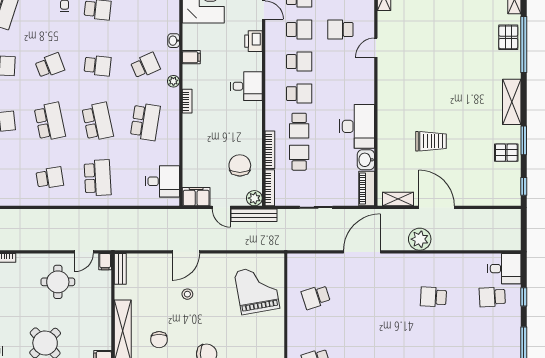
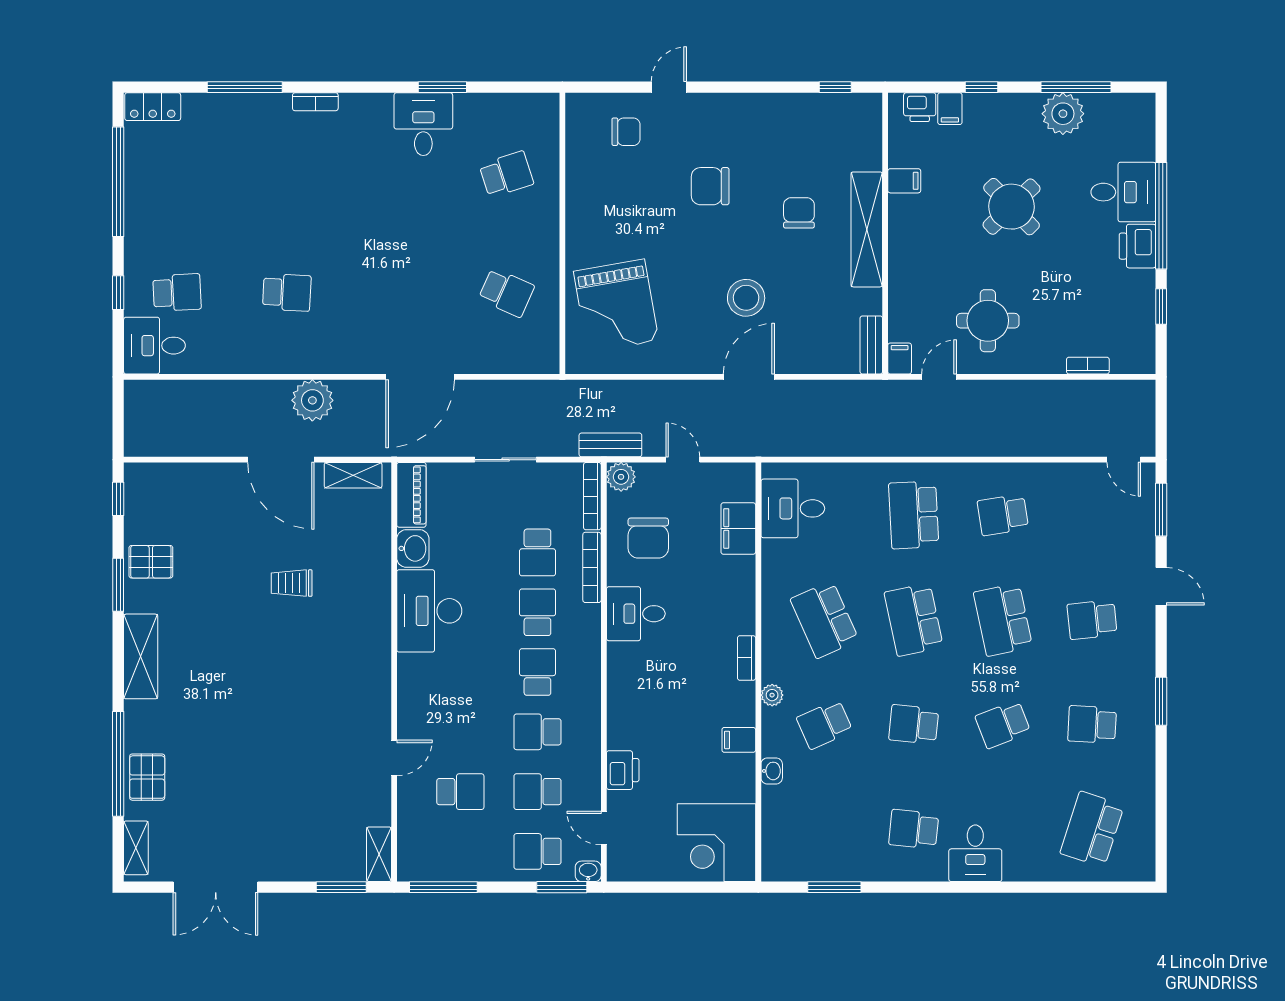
desk: (246, 86) -> (636, 614), moved
school desk: (299, 94) -> (537, 672), turned 90
school desk: (145, 122) -> (825, 620), turned -33
trolley: (431, 141) -> (292, 583), width x0.73, depth x0.72
filing cabinet: (196, 197) -> (738, 528), moved, turned 90
bench: (254, 215) -> (610, 445), width x0.73
stool: (187, 294) -> (746, 298), width x1.89, depth x1.89
school desk: (316, 297) -> (506, 292), turned 42

